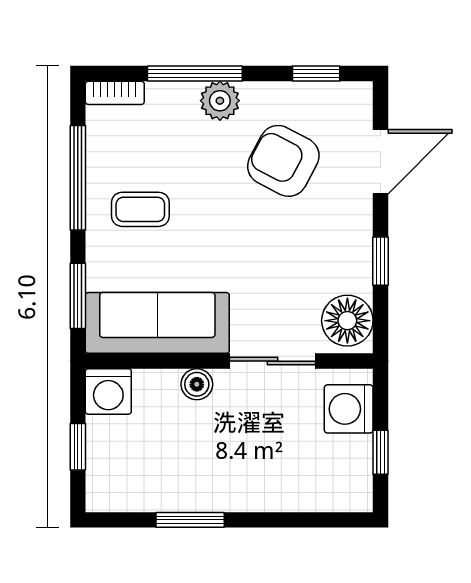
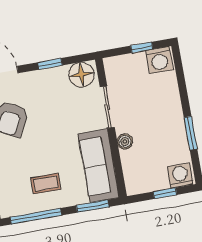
coffee table: (140, 209) -> (46, 184), turned 90
washing machine: (108, 391) -> (180, 175), moved, turned -90
washing machine: (349, 409) -> (159, 60), moved

